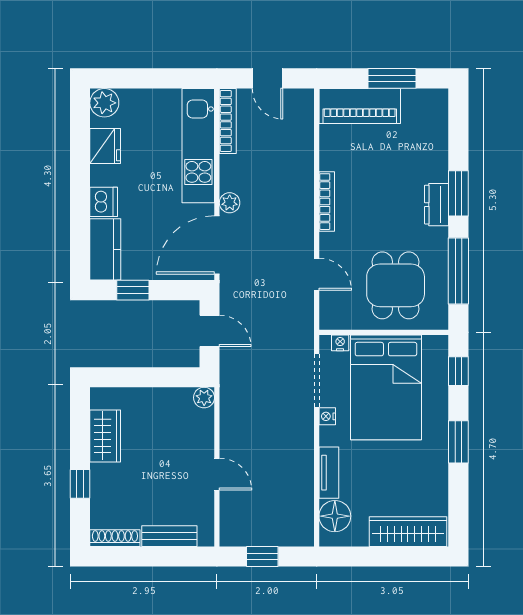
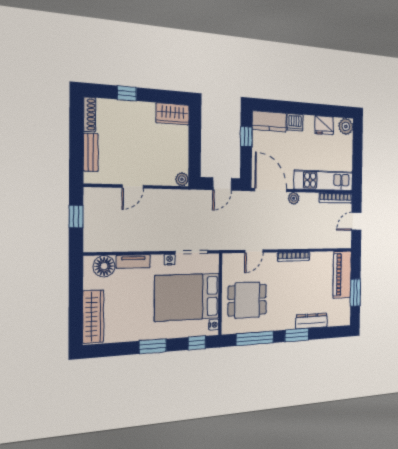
dresser: (437, 205) -> (312, 321), moved, width x1.44
nightstand: (340, 343) -> (214, 325), moved
wardrobe: (105, 436) -> (173, 114), moved

